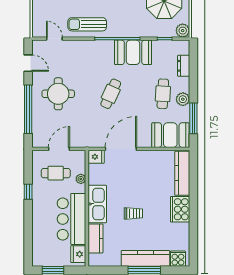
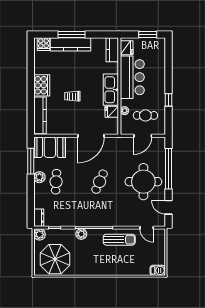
plant: (133, 31) -> (81, 234), added
booth: (133, 52) -> (81, 216), removed
dresser: (184, 66) -> (39, 218), moved
round table: (58, 94) -> (143, 182), width x1.36, depth x1.36
fridge: (96, 157) -> (112, 112), moved
trolley: (133, 213) -> (72, 96), moved
kitchen counter: (96, 238) -> (112, 50), moved

